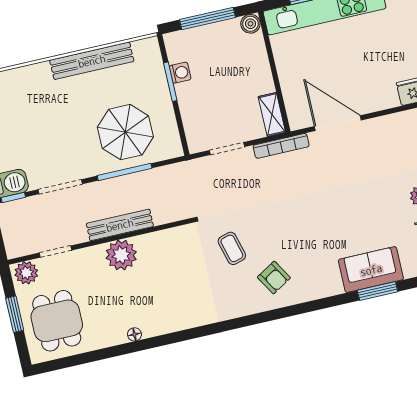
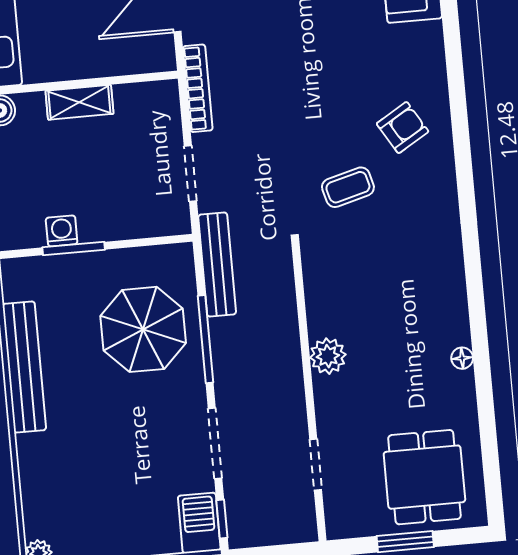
shelving: (272, 114) -> (79, 102), moved
bench: (120, 225) -> (217, 265), moved
plant: (121, 255) -> (328, 356), width x0.73, depth x0.73
plant: (26, 273) -> (343, 515), removed
dining table: (57, 321) -> (424, 477), turned 90

